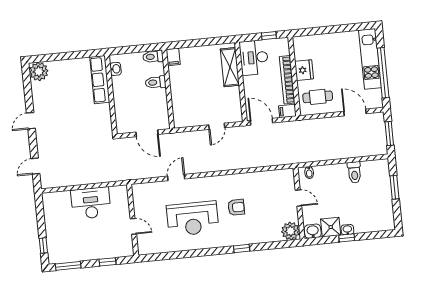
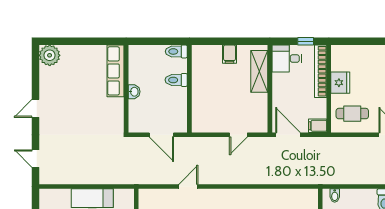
filing cabinet: (173, 57) -> (230, 54), moved
desk: (254, 58) -> (287, 59), width x0.73
washbasin: (116, 69) -> (134, 92), moved
bookcase: (287, 80) -> (321, 71), moved
door: (35, 166) -> (36, 159), hinge flipped

